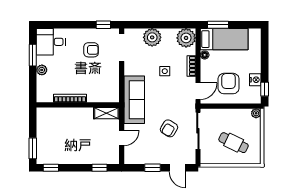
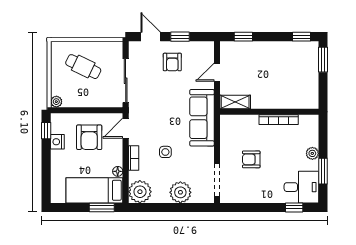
window: (103, 25) -> (294, 207), moved
armchair: (91, 50) -> (251, 159), moved
armchair: (169, 128) -> (172, 62), moved, turned 149

